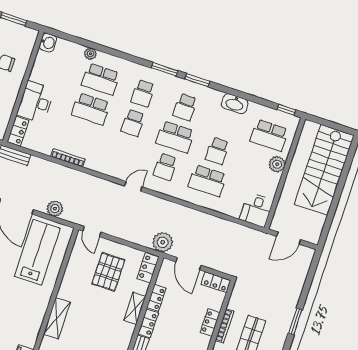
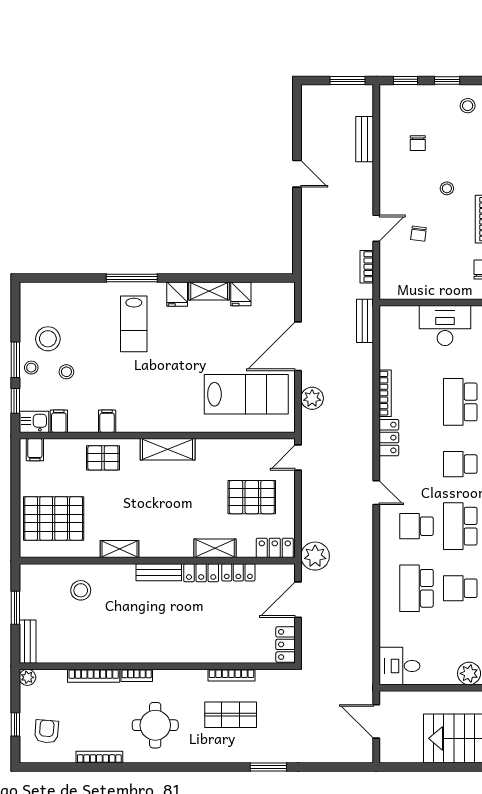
locker: (18, 131) -> (389, 438), moved, turned -90
locker: (210, 323) -> (229, 654), removed

